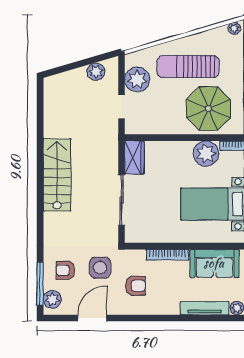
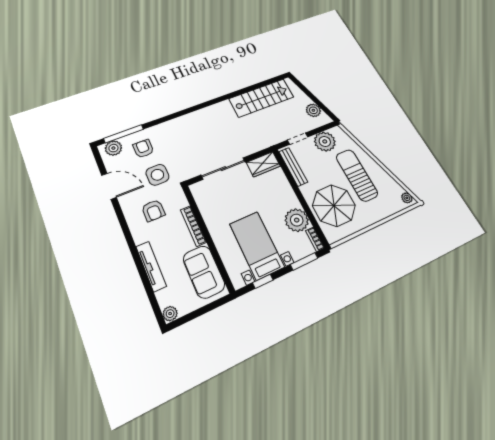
bench: (150, 128) -> (293, 167), added
stairs: (57, 175) -> (261, 98), moved
tv unit: (205, 308) -> (151, 266), moved

